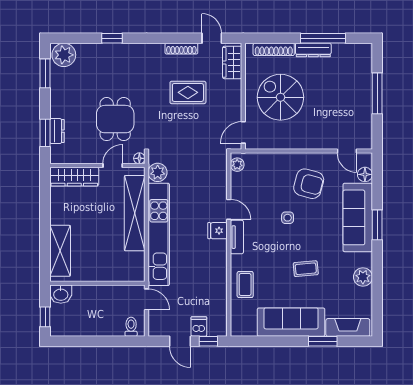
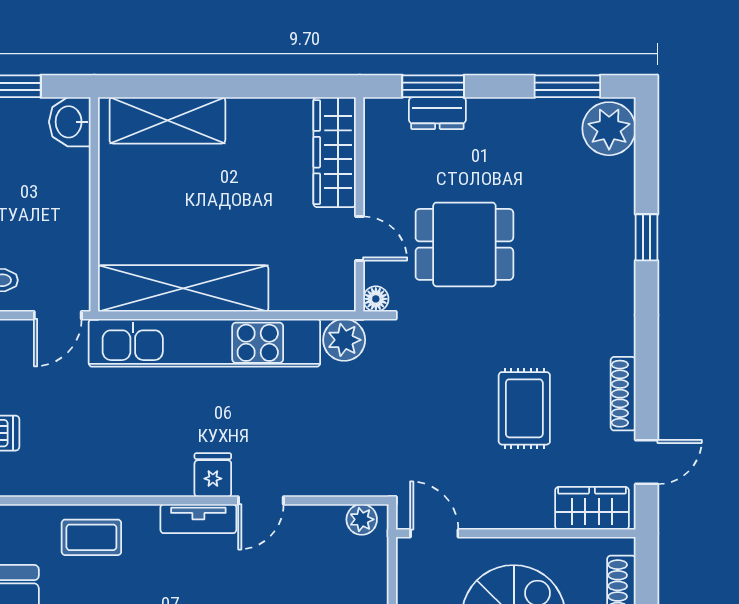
shelving: (135, 213) -> (183, 288), moved

